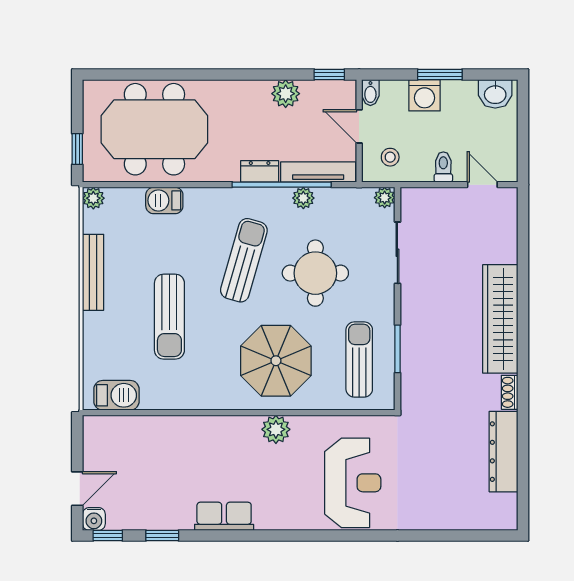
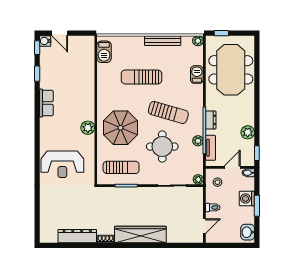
tv unit: (318, 172) -> (210, 148), width x0.71

